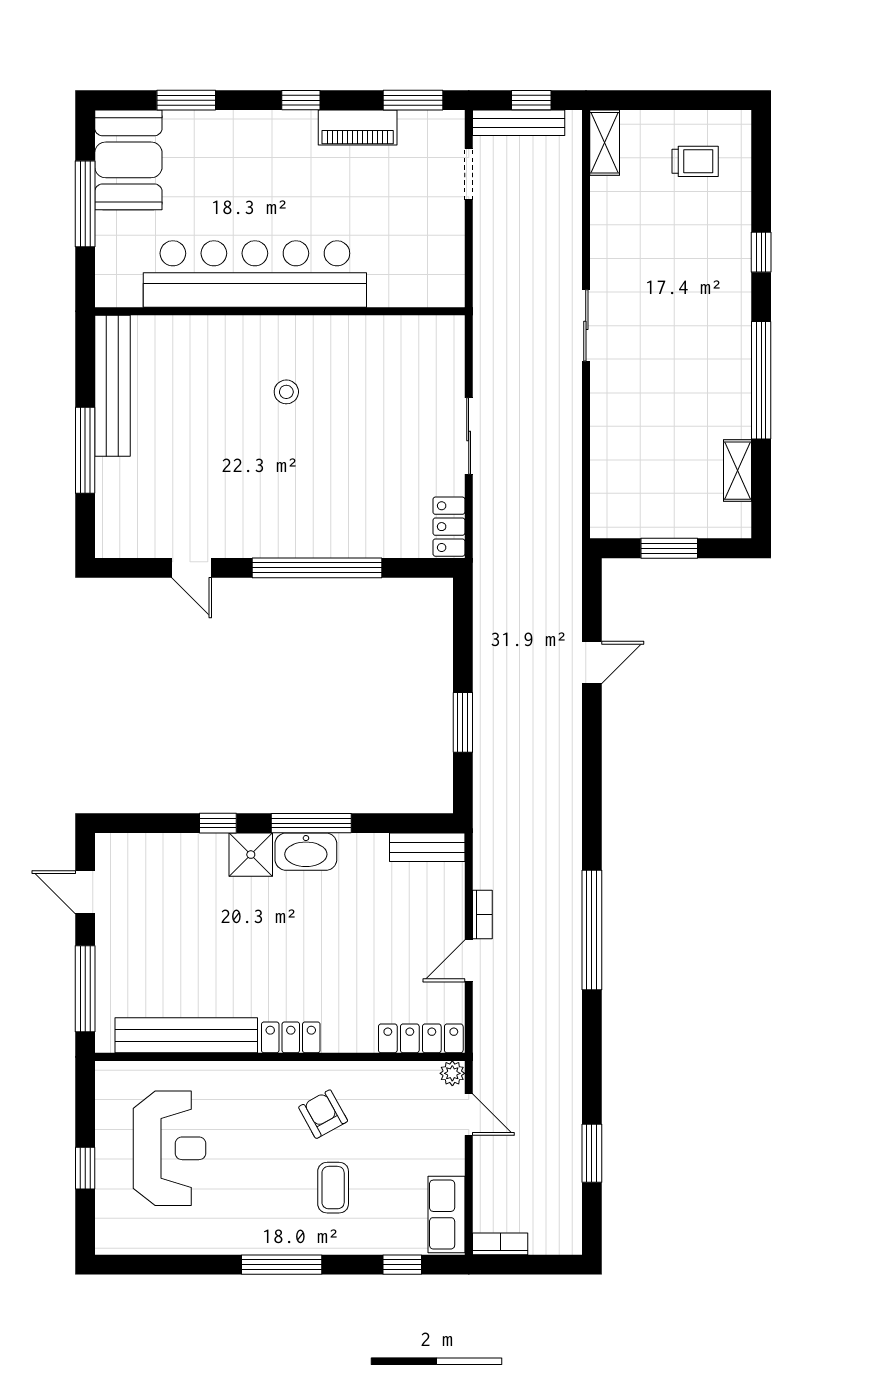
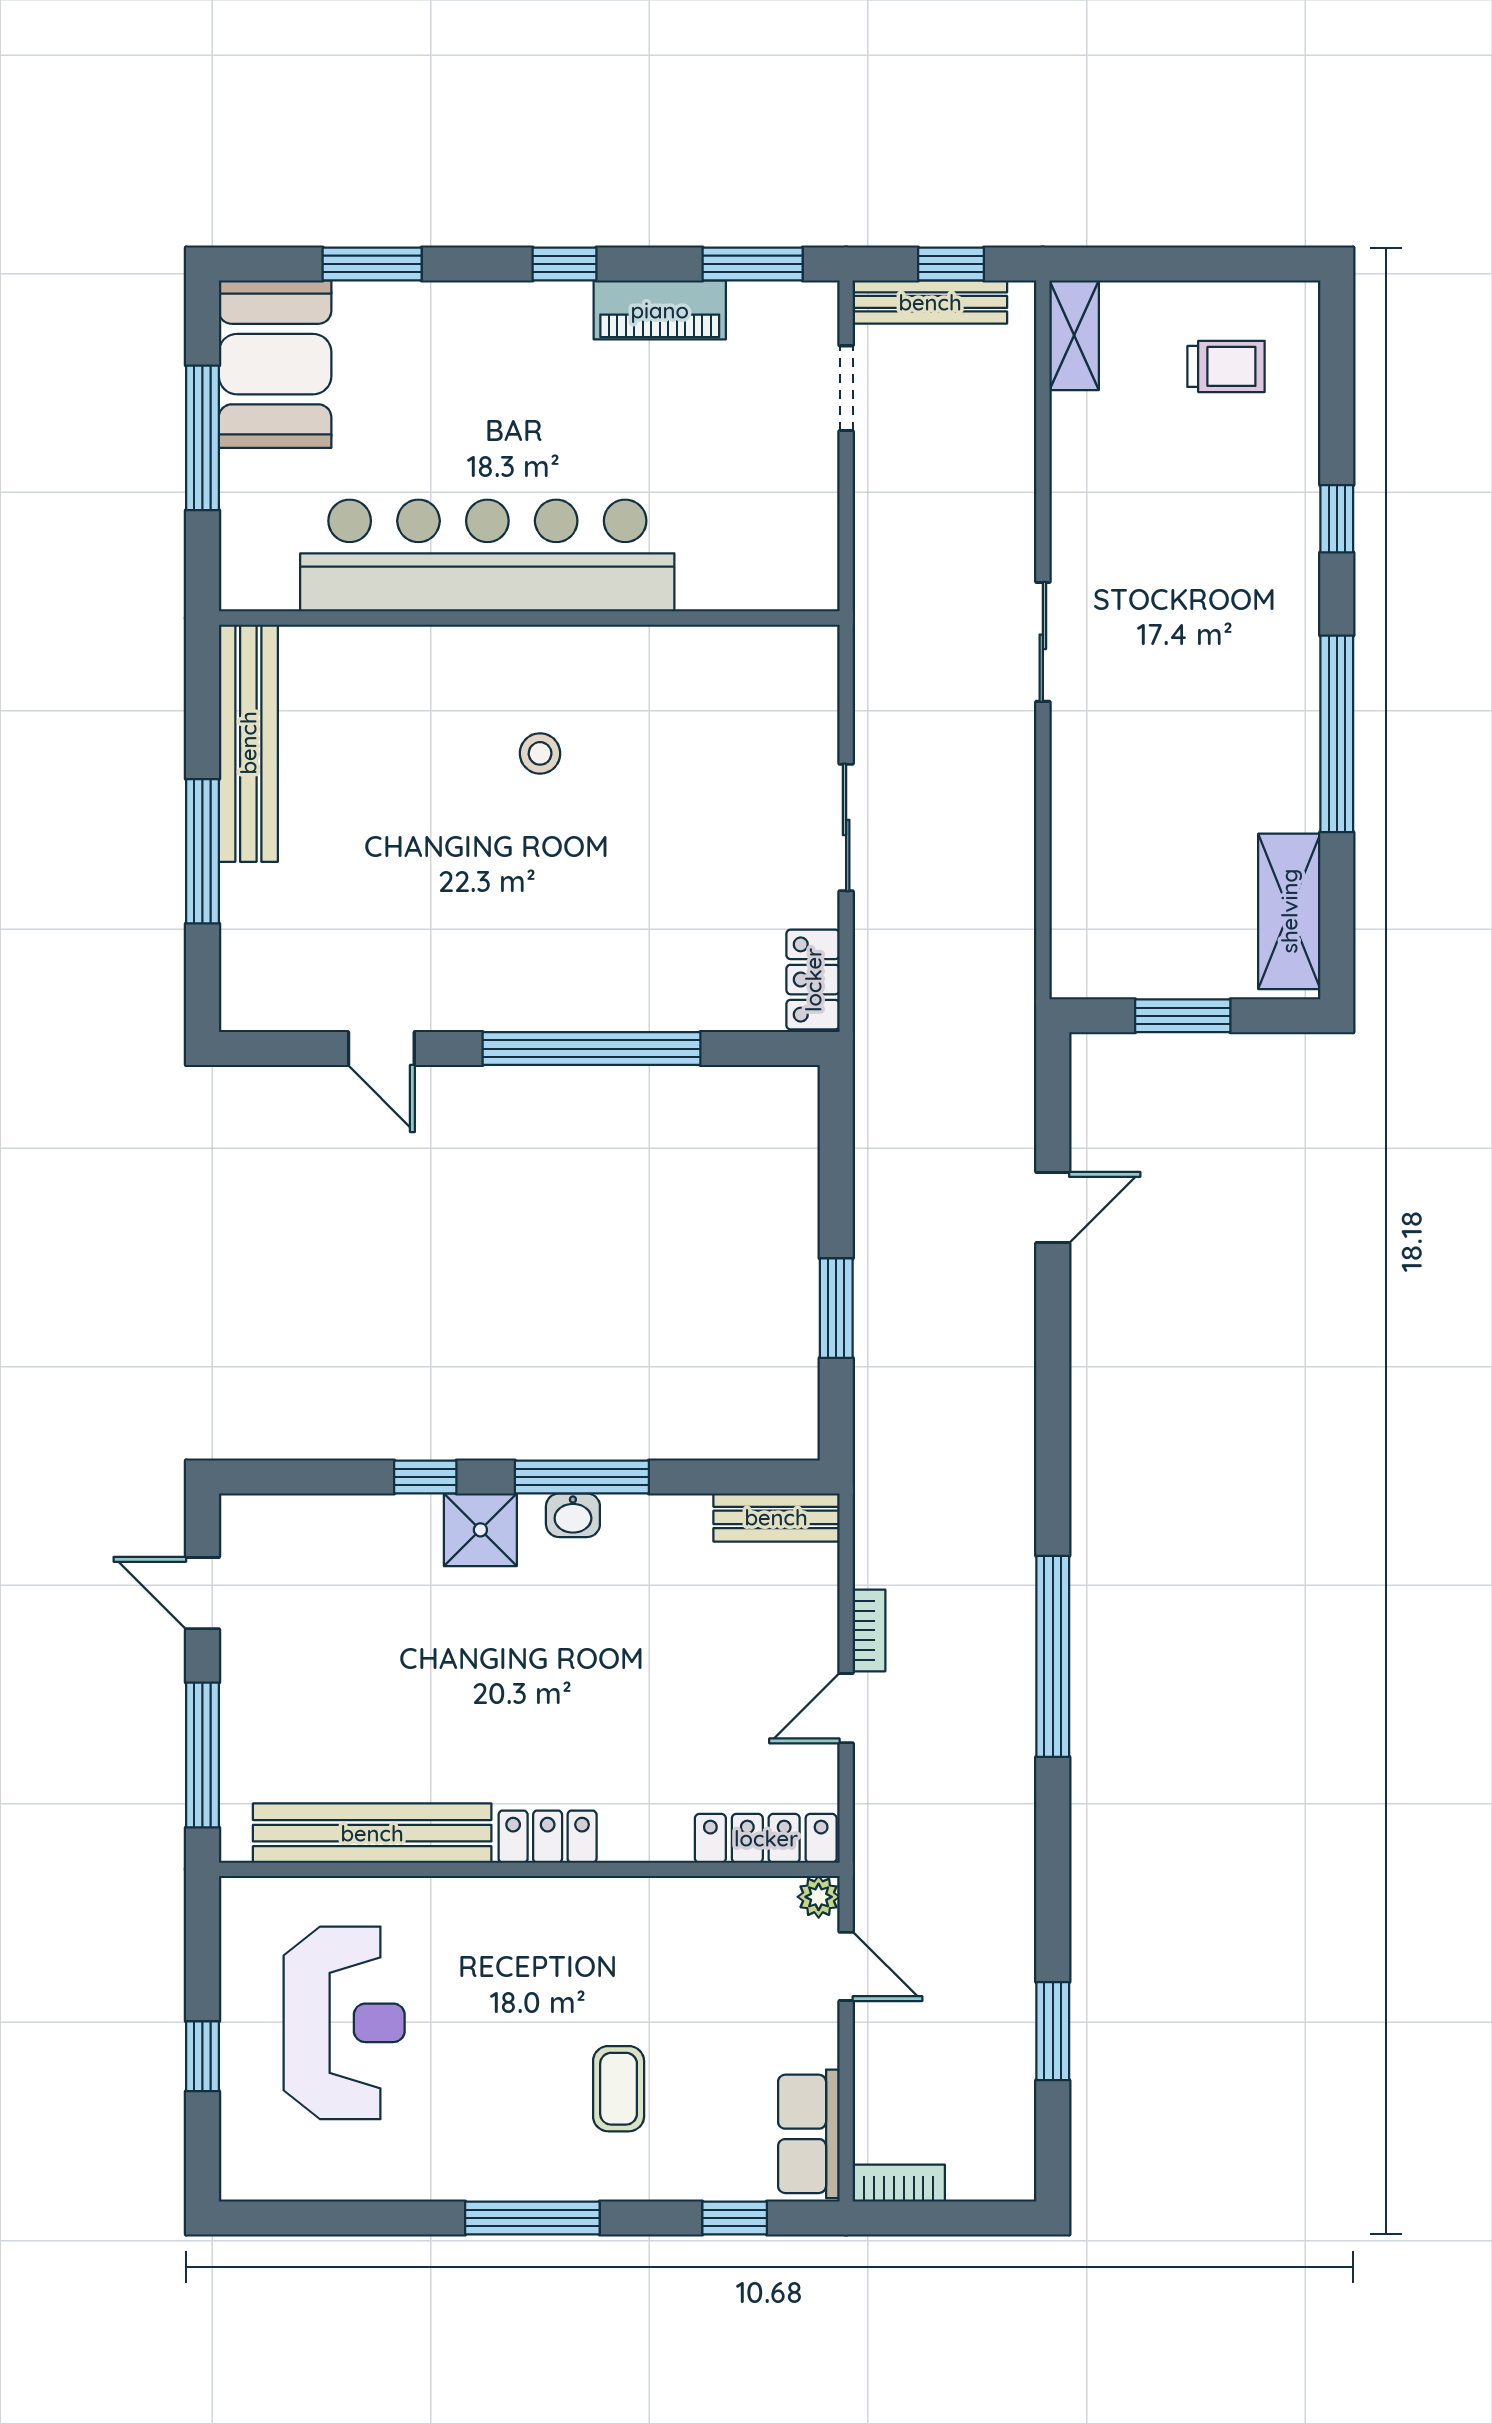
shelving: (737, 471) -> (1289, 911), width x1.50, depth x1.33
washbasin: (306, 852) -> (573, 1515), width x0.52, depth x0.69
armchair: (323, 1114) -> (602, 1965), removed

